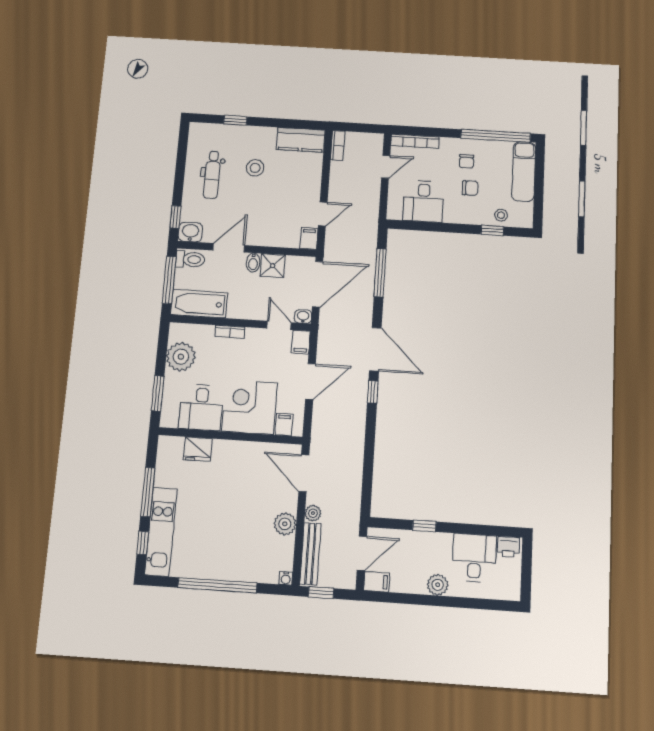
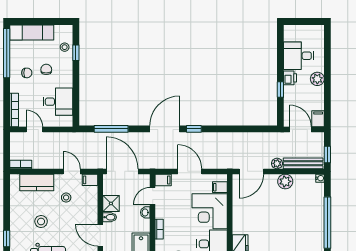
kitchen counter: (301, 140) -> (37, 182), moved, turned 90
stool: (286, 204) -> (66, 198), added
washbasin: (303, 317) -> (145, 212), moved
printer: (508, 547) -> (290, 78), moved

